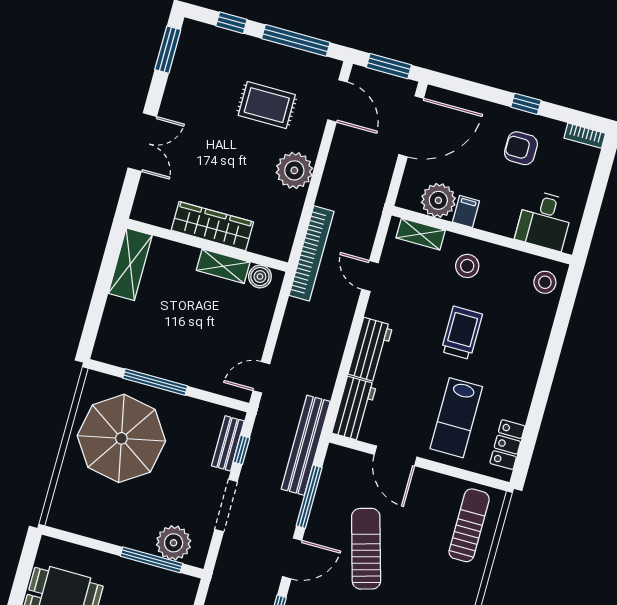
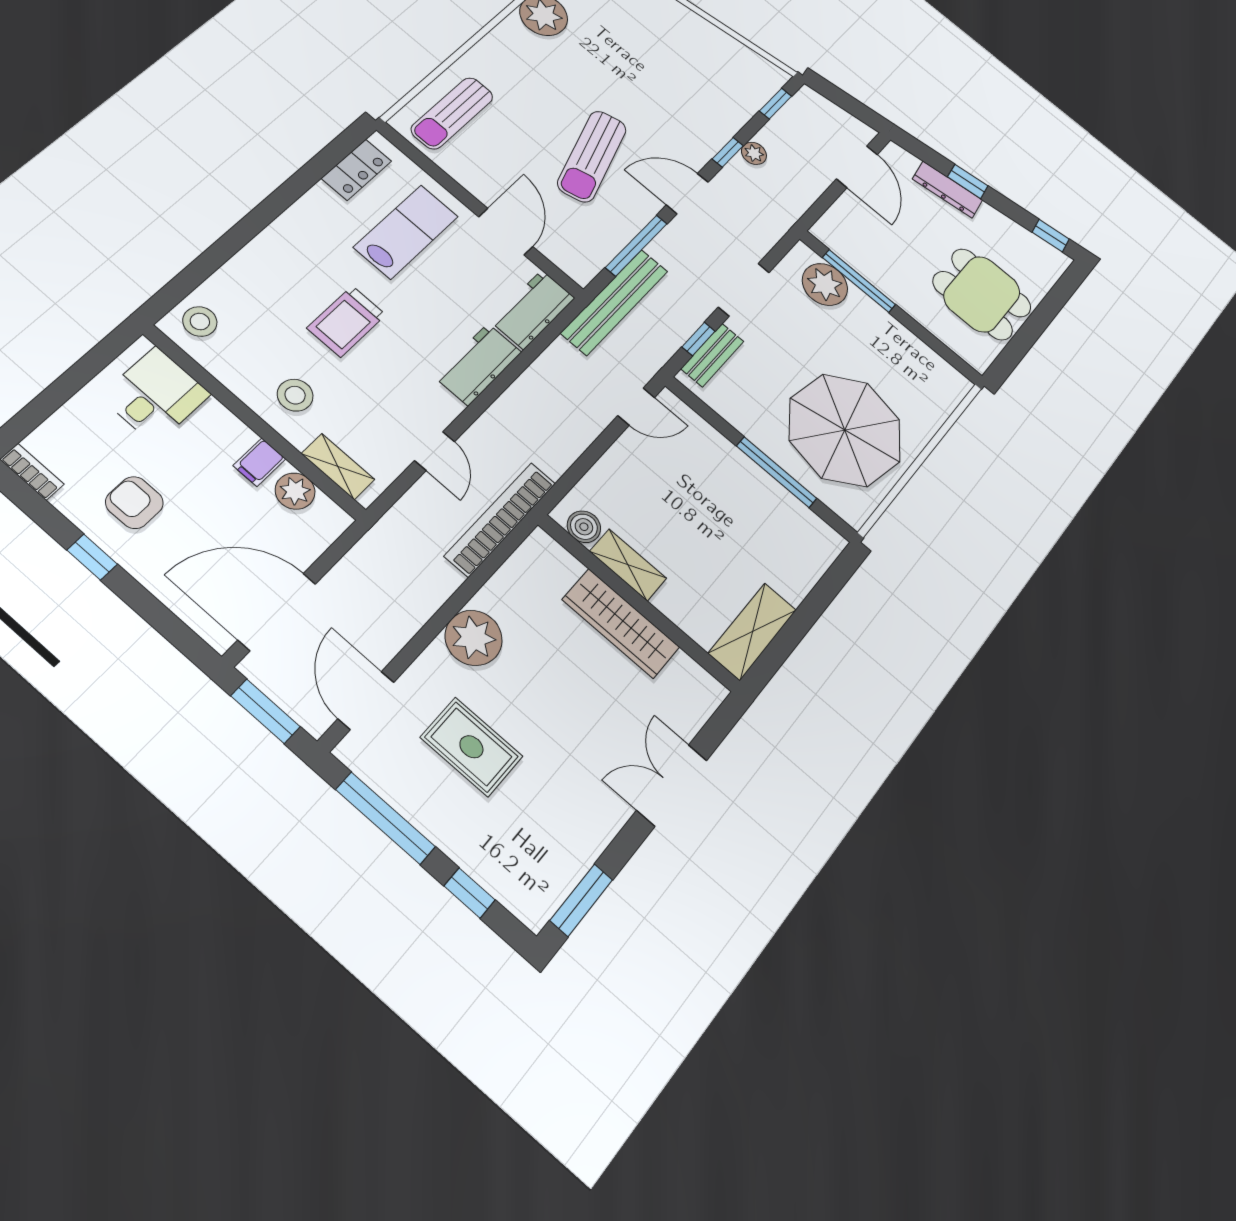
armchair: (521, 148) -> (134, 503), turned 180
plant: (438, 200) -> (295, 491), width x0.73, depth x0.73

